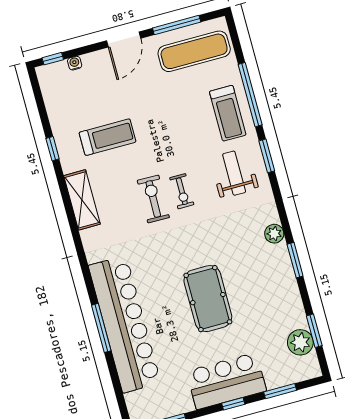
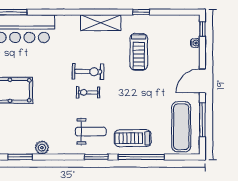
door: (124, 39) -> (202, 81), hinge flipped

